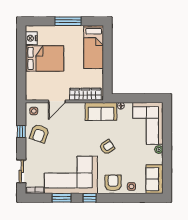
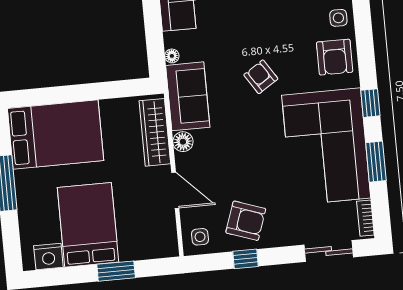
bed: (94, 47) -> (56, 135), width x1.50
window: (21, 70) -> (116, 271), added
floor lamp: (80, 107) -> (183, 142), added
armchair: (113, 183) -> (335, 57), turned -90

